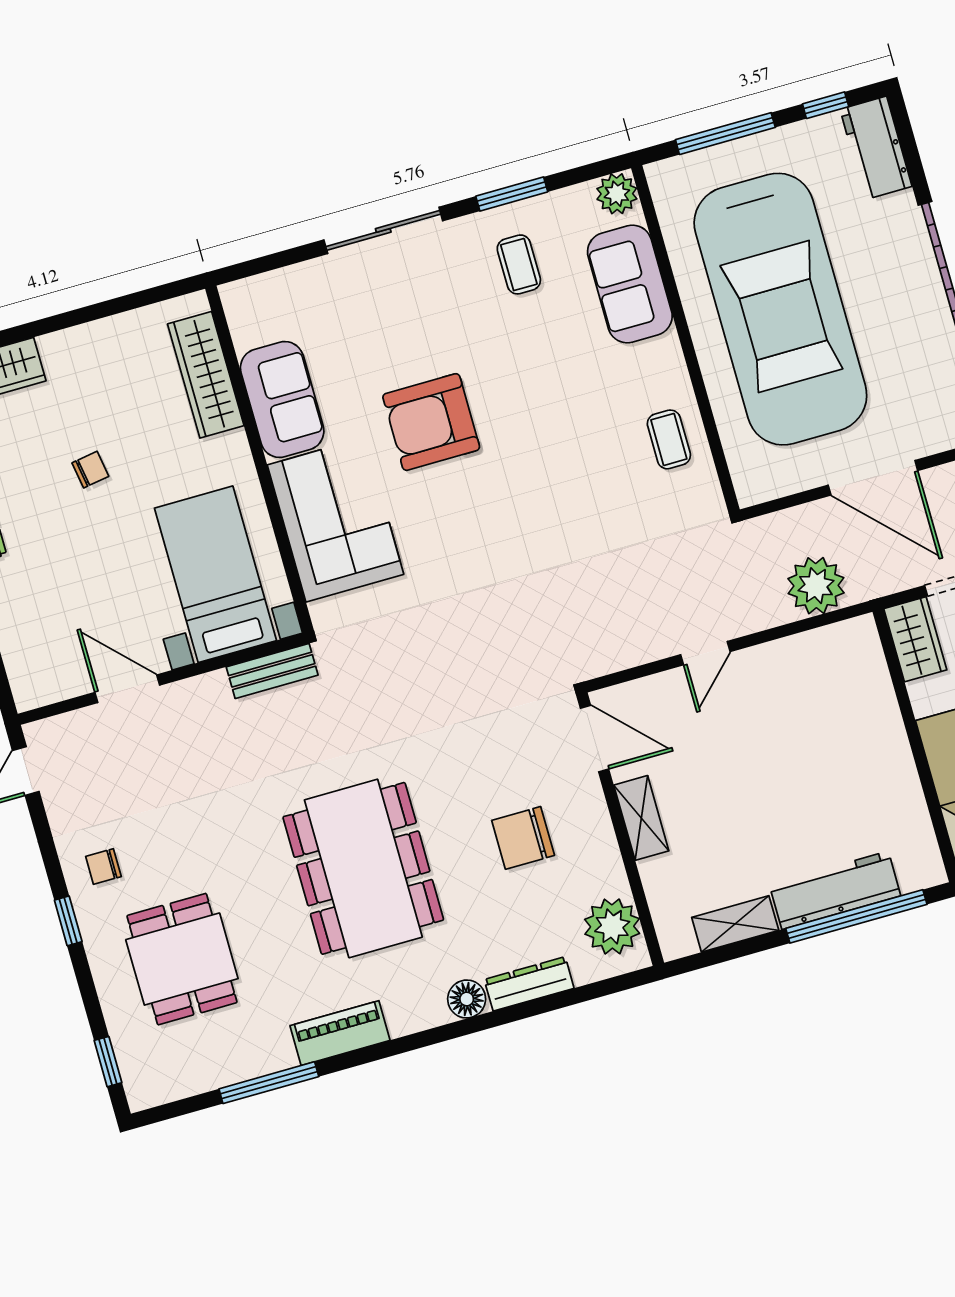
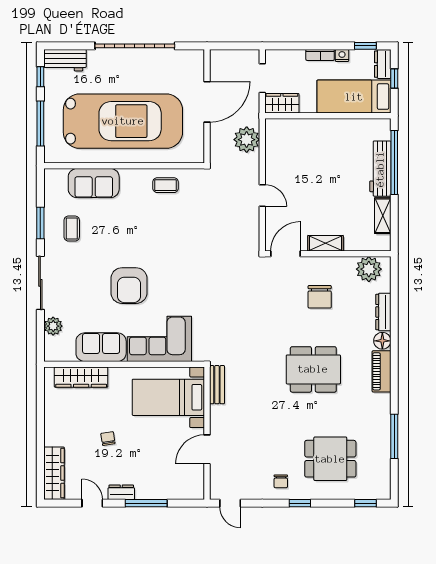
plant: (617, 194) -> (53, 326), moved
coffee table: (519, 264) -> (72, 229), turned 90
dining table: (363, 868) -> (313, 369), width x0.73, depth x0.80
piano: (340, 1033) -> (381, 371), moved

